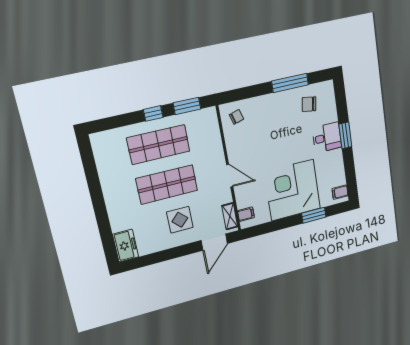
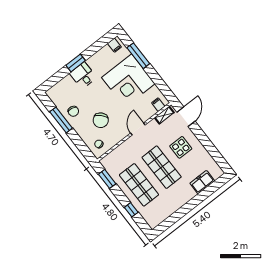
chair: (309, 104) -> (73, 111), moved
window: (153, 113) -> (131, 210), moved
chair: (264, 134) -> (101, 120), added
window: (314, 215) -> (138, 56), width x1.44
door: (214, 242) -> (186, 117), hinge flipped
freezer: (126, 246) -> (202, 182), moved

